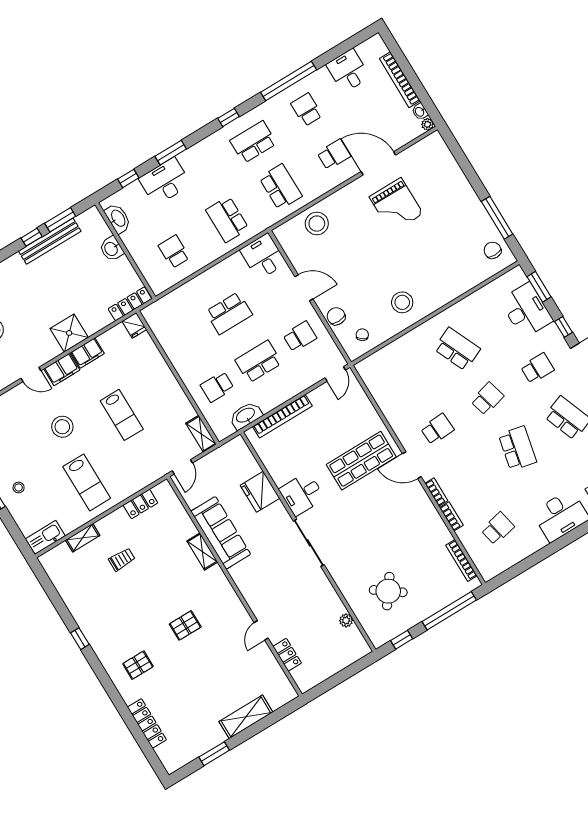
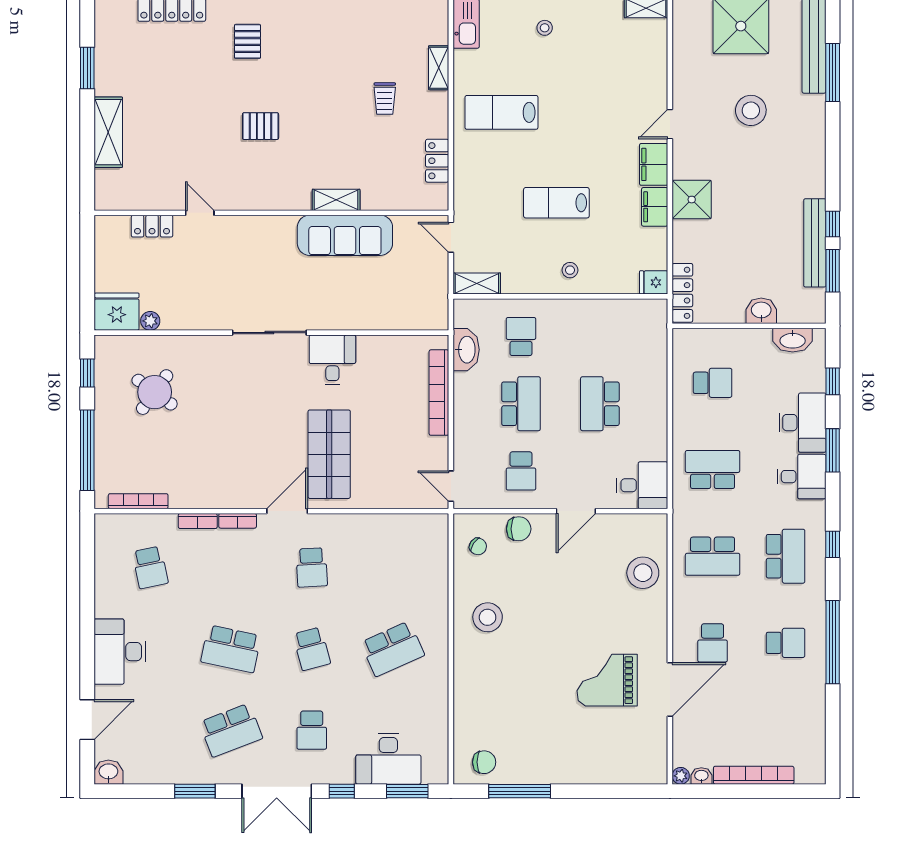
desk: (348, 71) -> (802, 477), moved
stool: (62, 427) -> (570, 270), moved, width x0.53, depth x0.53
fridge: (260, 492) -> (117, 312), moved
pallet: (185, 625) -> (261, 126), turned 90

